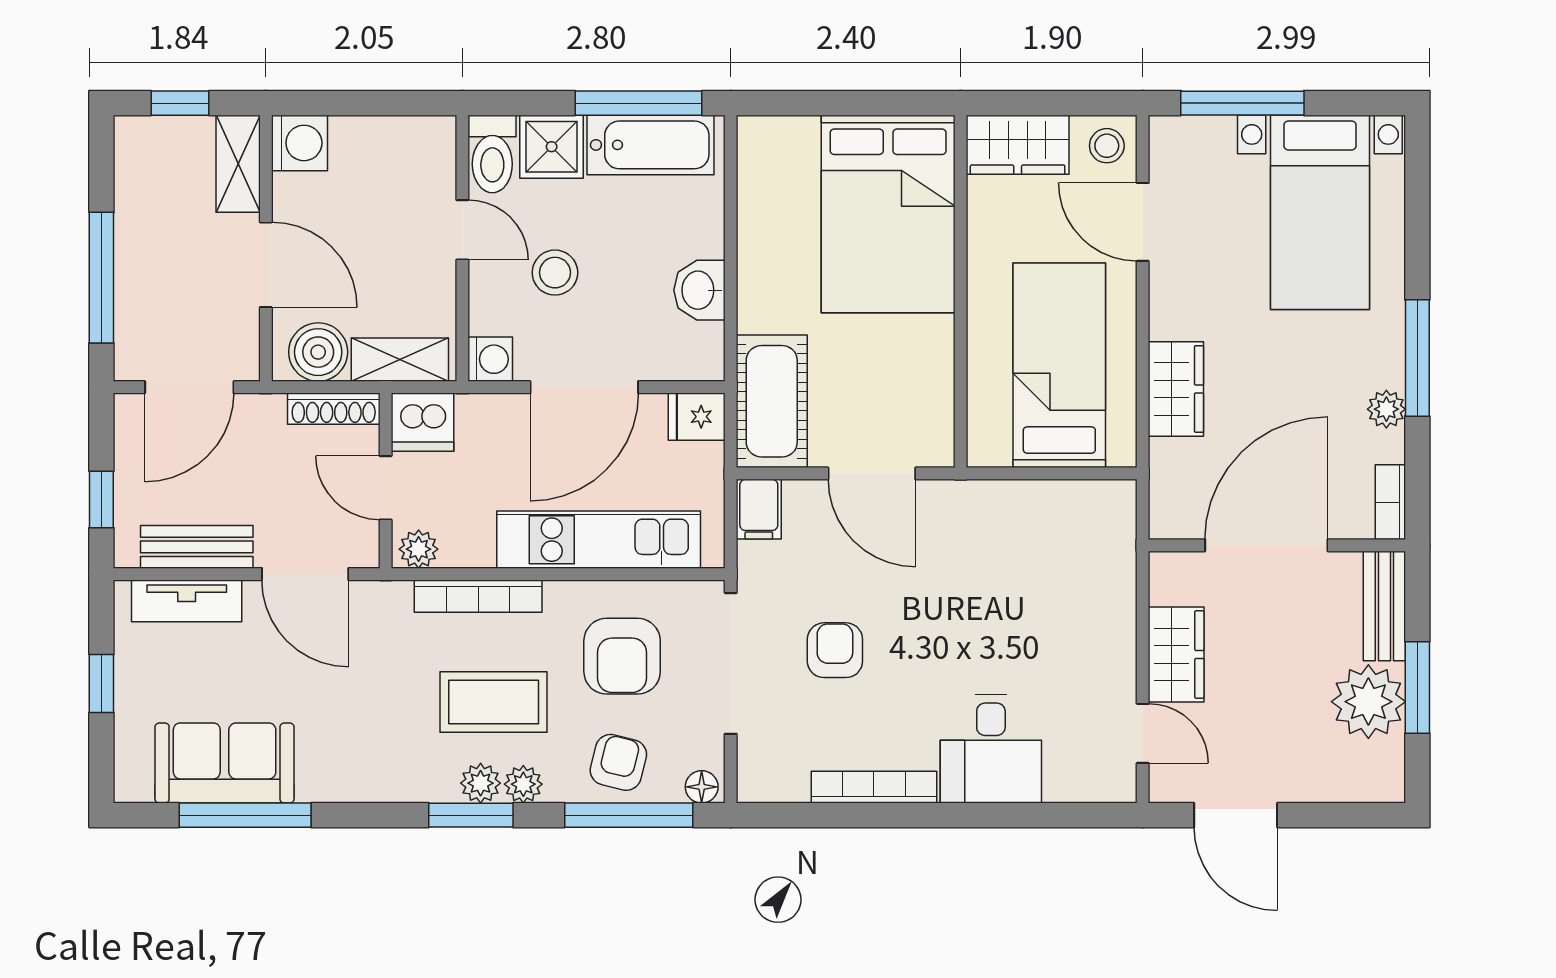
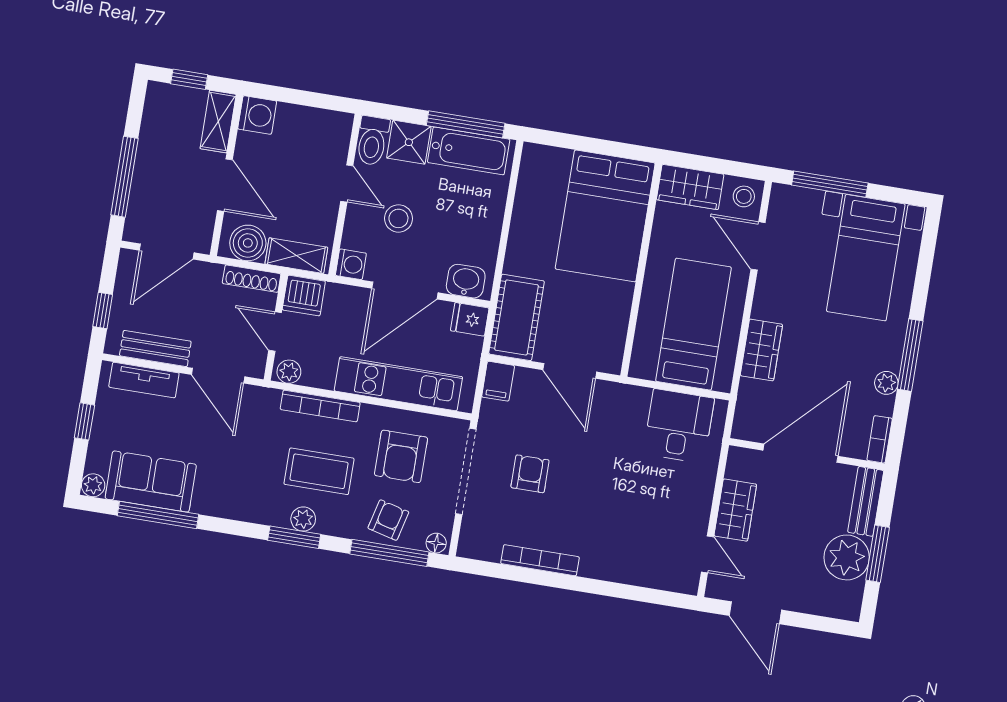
washbasin: (699, 290) -> (466, 281), moved, turned 90
desk: (991, 749) -> (679, 426), moved, turned 180
plant: (523, 784) -> (93, 485), moved

